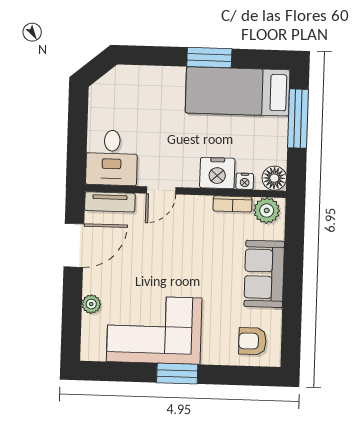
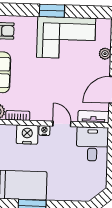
nightstand: (245, 181) -> (44, 131), moved
door: (161, 190) -> (62, 124), hinge flipped

